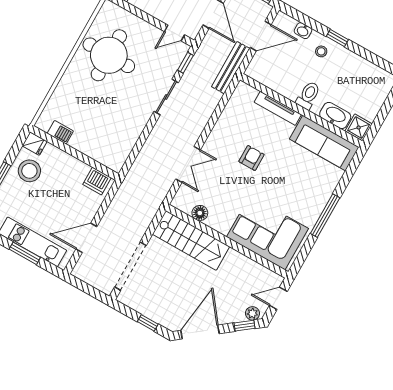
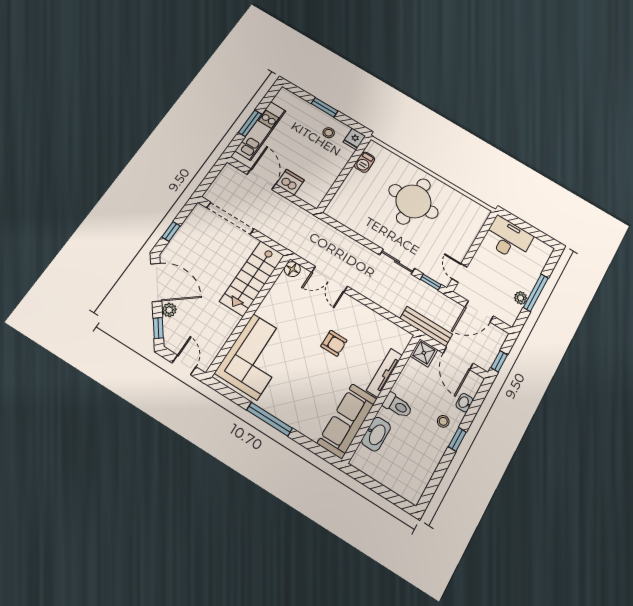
round table: (109, 55) -> (413, 201), moved
shower: (359, 128) -> (424, 353), moved
stool: (29, 171) -> (329, 133), width x0.53, depth x0.53
dishwasher: (97, 181) -> (290, 182), moved, turned 90
floor lamp: (200, 213) -> (292, 269), moved
plant: (252, 313) -> (169, 310), moved

